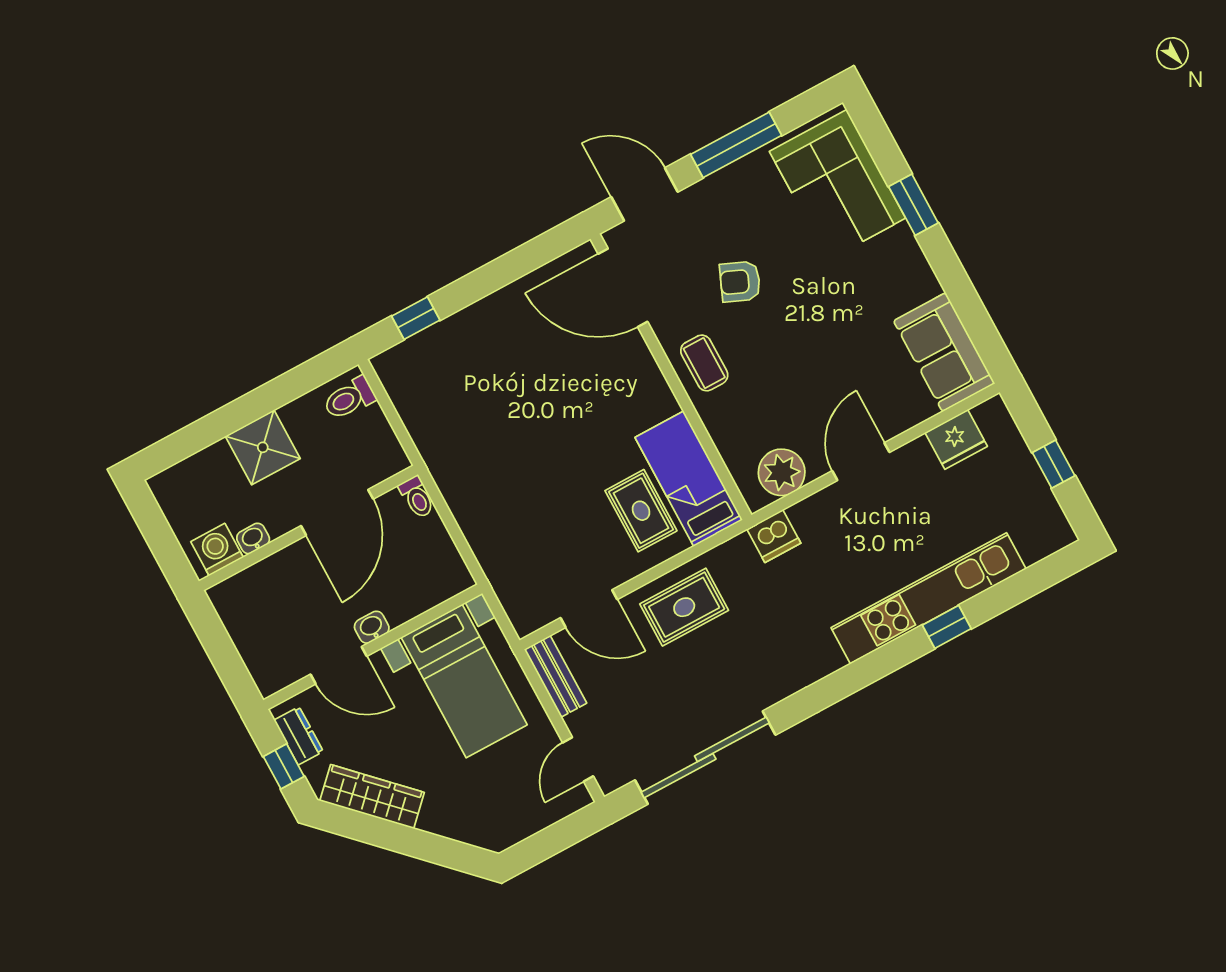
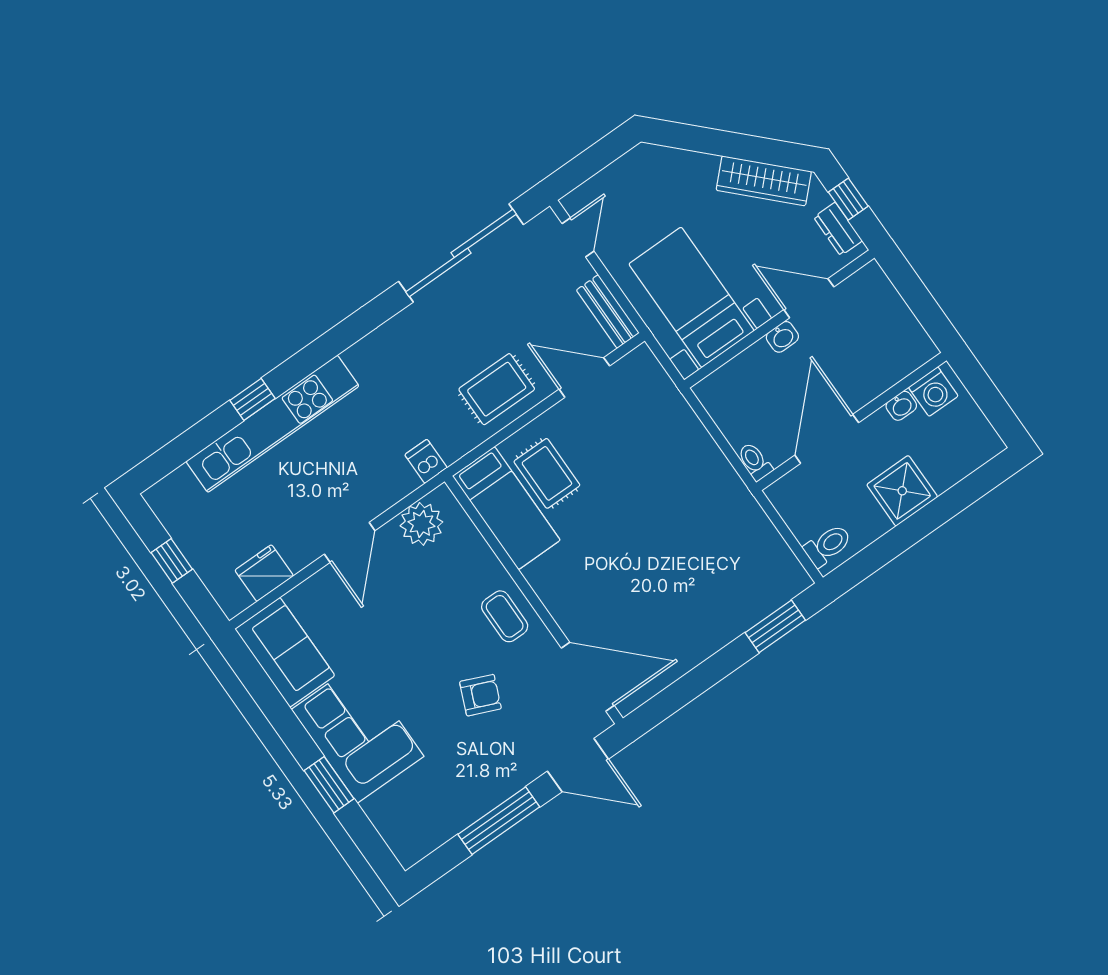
corner sofa: (837, 185) -> (358, 733), moved
window: (416, 318) -> (775, 626), width x1.50
dishwasher: (774, 536) -> (426, 461), width x0.73

